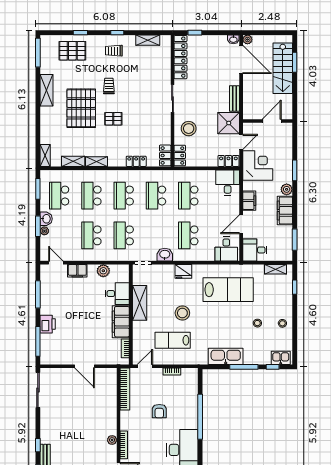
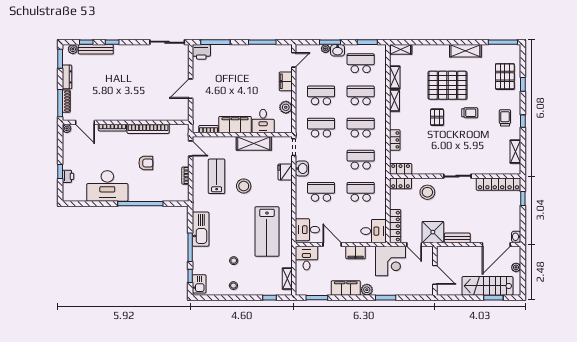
plant: (247, 39) -> (516, 267), moved
locker: (228, 161) -> (395, 226), width x1.53
fridge: (183, 271) -> (285, 172), moved
printer: (48, 324) -> (201, 52), moved
bookcase: (125, 389) -> (148, 129), moved
armchair: (159, 411) -> (146, 163), turned 180
plant: (112, 440) -> (117, 116), removed

